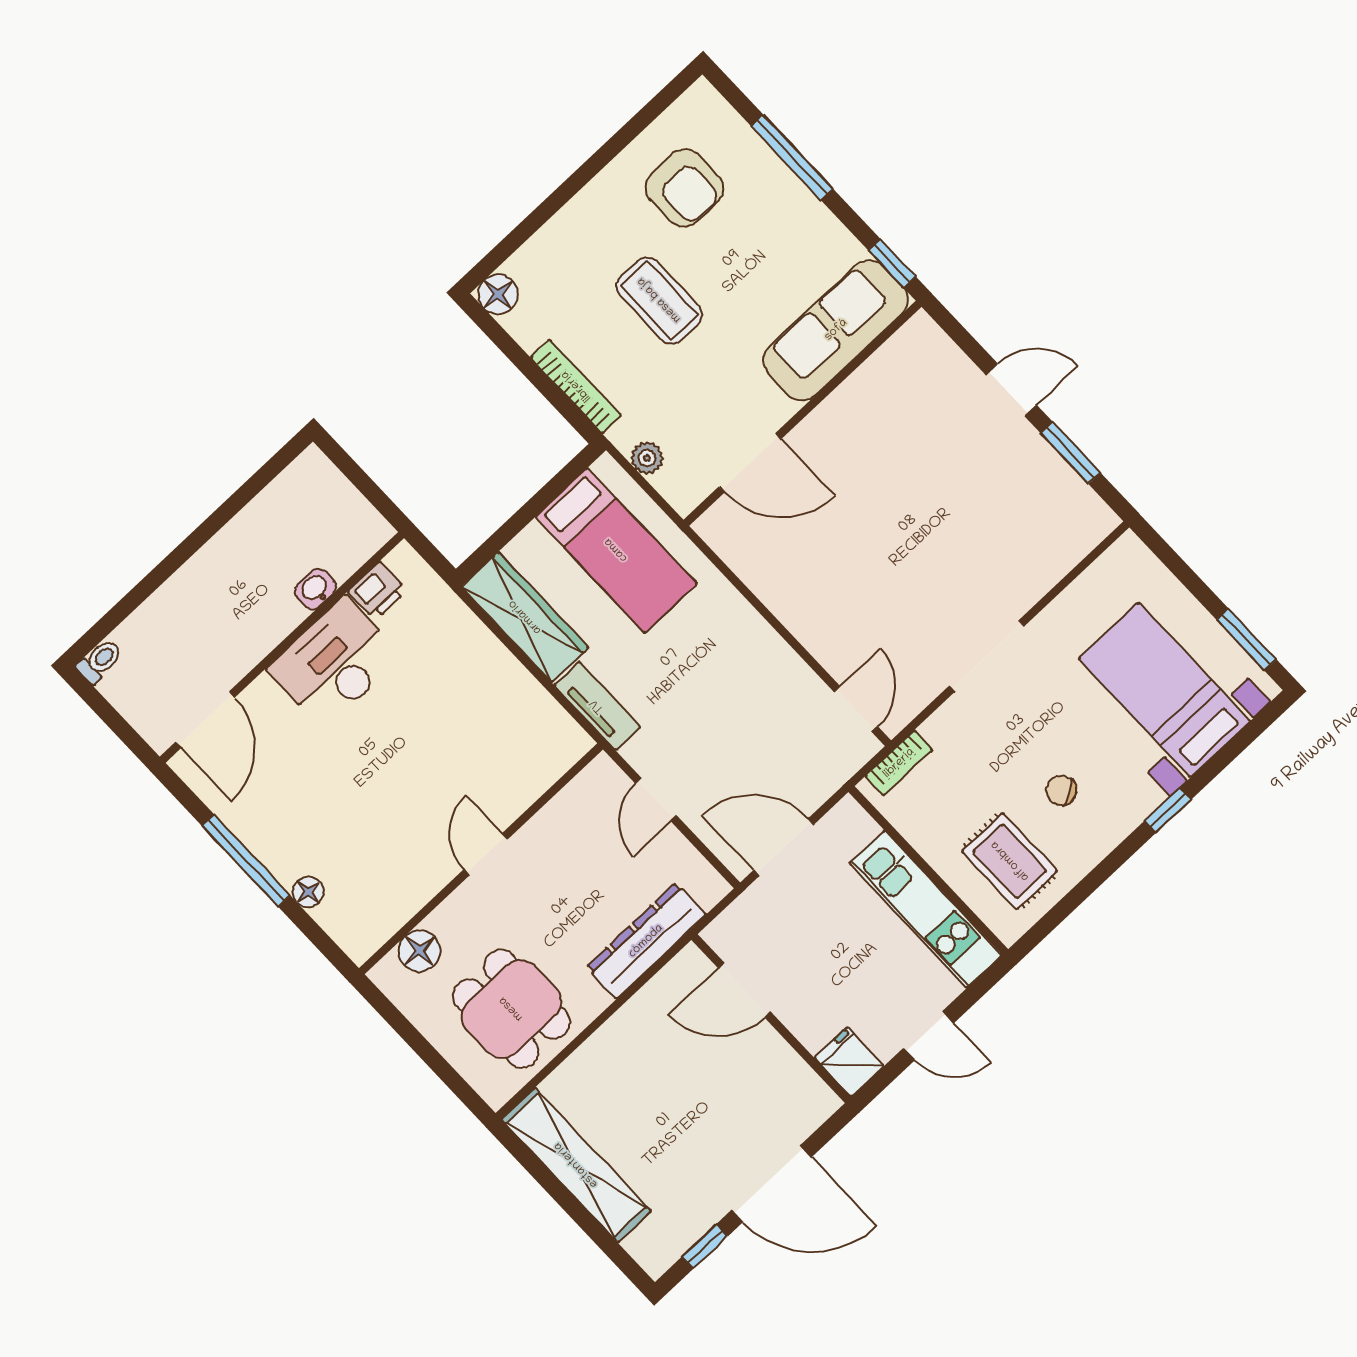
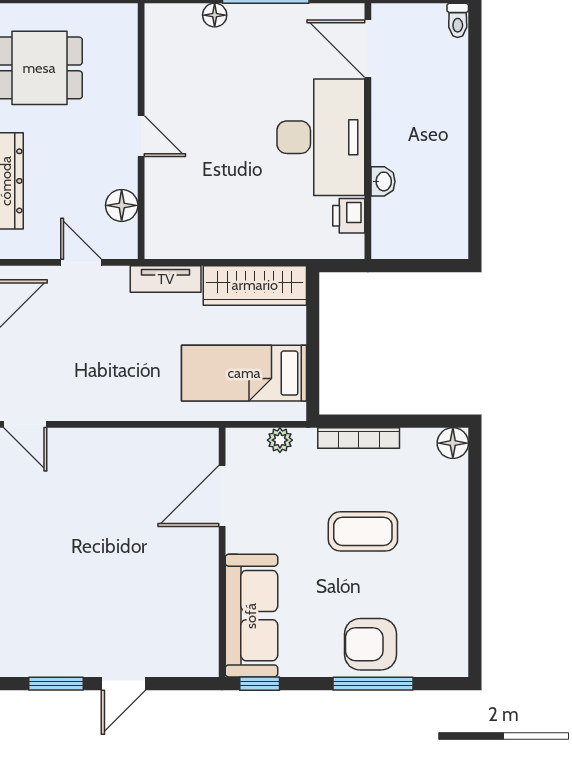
armchair: (684, 188) -> (370, 644), moved
desk: (335, 663) -> (321, 137), width x1.36, depth x1.30
floor lamp: (419, 951) -> (122, 205), moved

